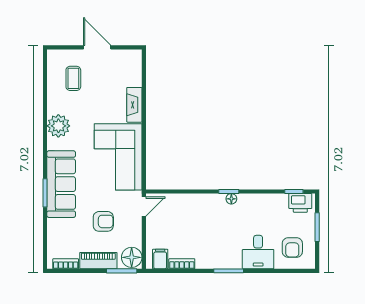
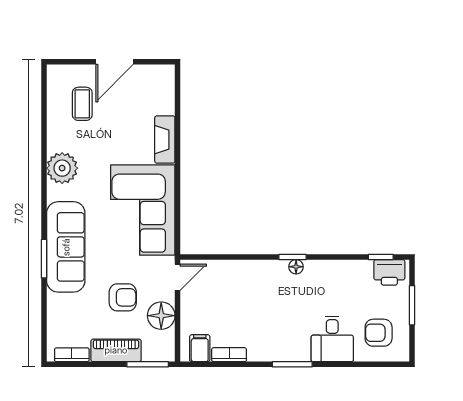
door: (97, 47) -> (114, 62), swing flipped
armchair: (292, 248) -> (379, 333), turned 90
floor lamp: (132, 257) -> (161, 316), moved

